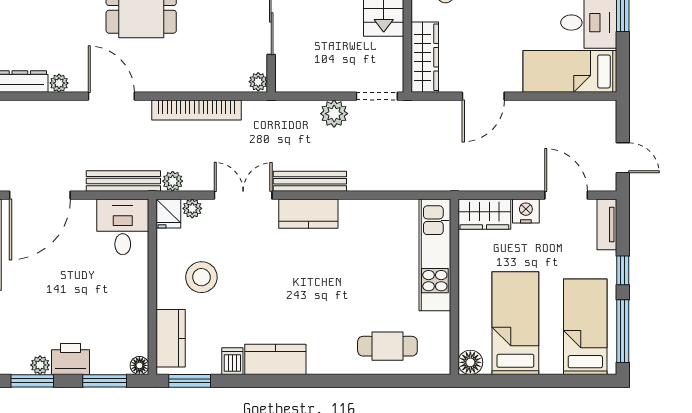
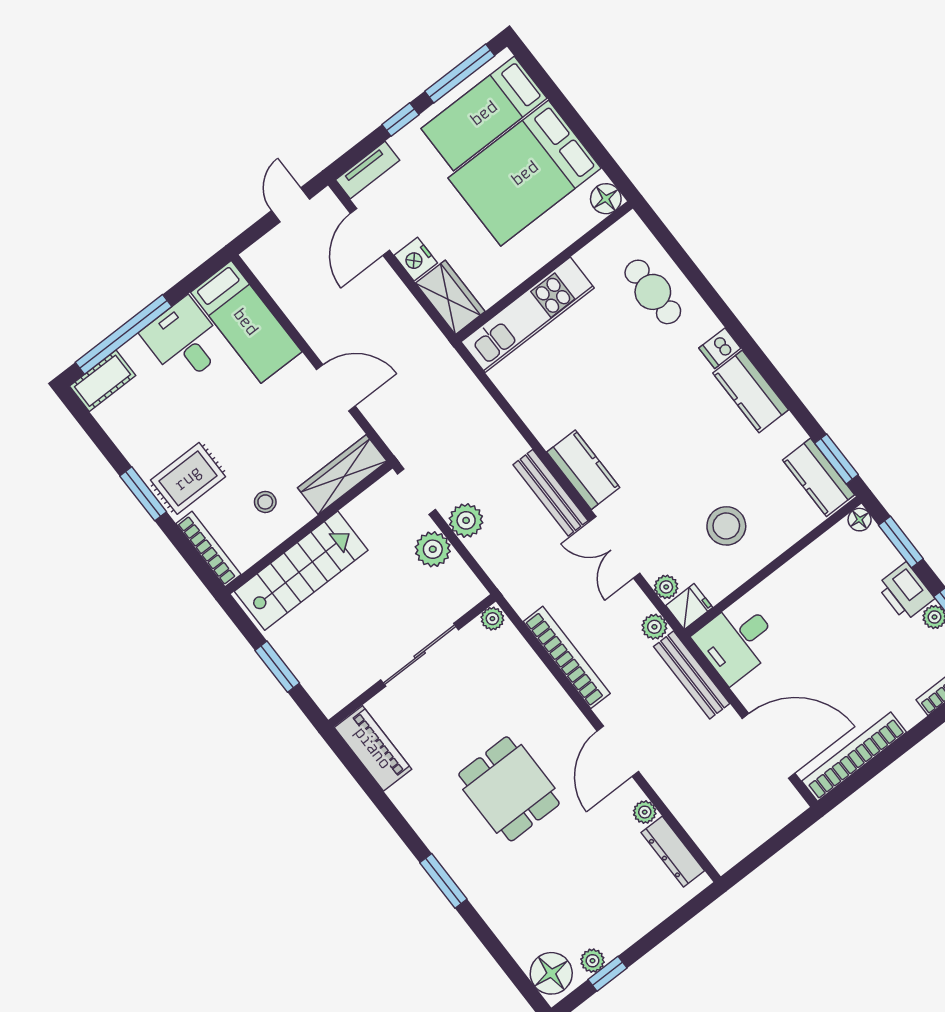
plant: (332, 78) -> (433, 549), added
bed: (515, 323) -> (525, 173), width x1.50
kitchen counter: (171, 338) -> (818, 477), moved, turned -90
dishwasher: (232, 361) -> (720, 348), moved

